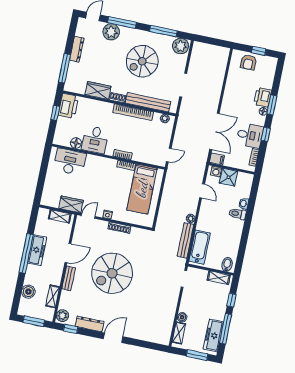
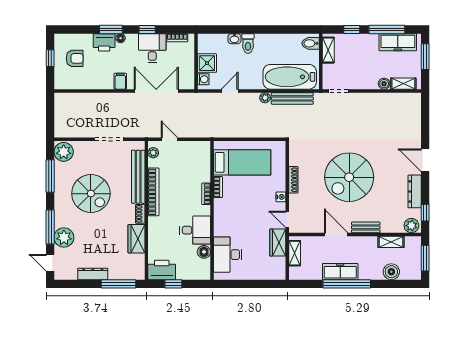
armchair: (248, 62) -> (75, 58), moved
door: (169, 155) -> (169, 139), moved
filing cabinet: (217, 159) -> (120, 81), moved
bathtub: (200, 247) -> (290, 77), width x1.36, depth x1.36
spiral stairs: (112, 273) -> (349, 177), turned 90

